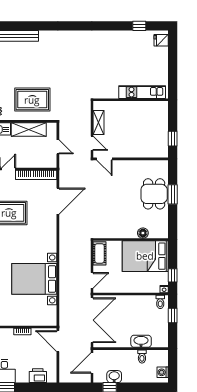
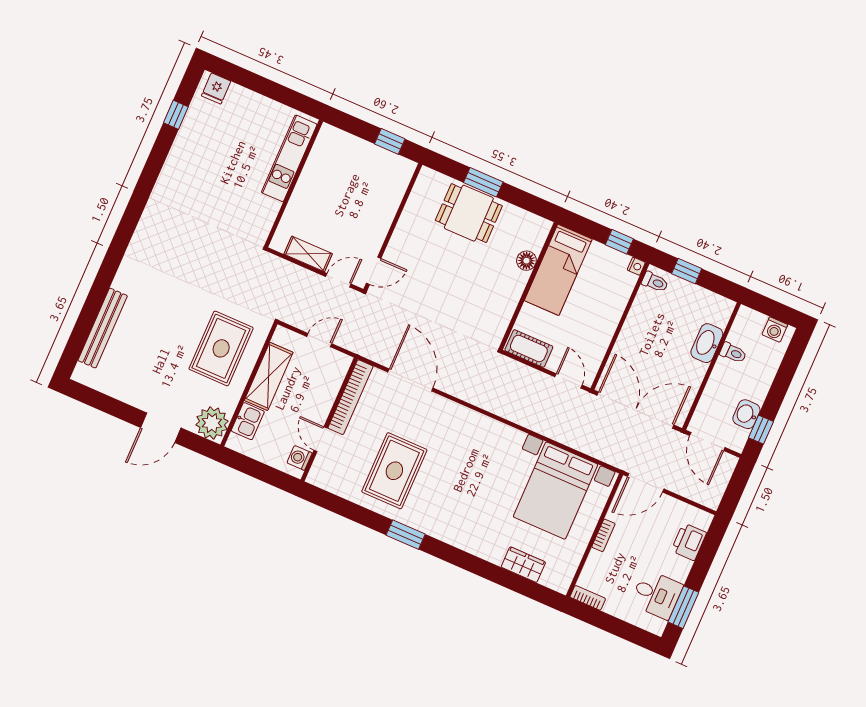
bed: (145, 256) -> (558, 270), width x0.67
bed with nightstands: (34, 279) -> (555, 491), moved

